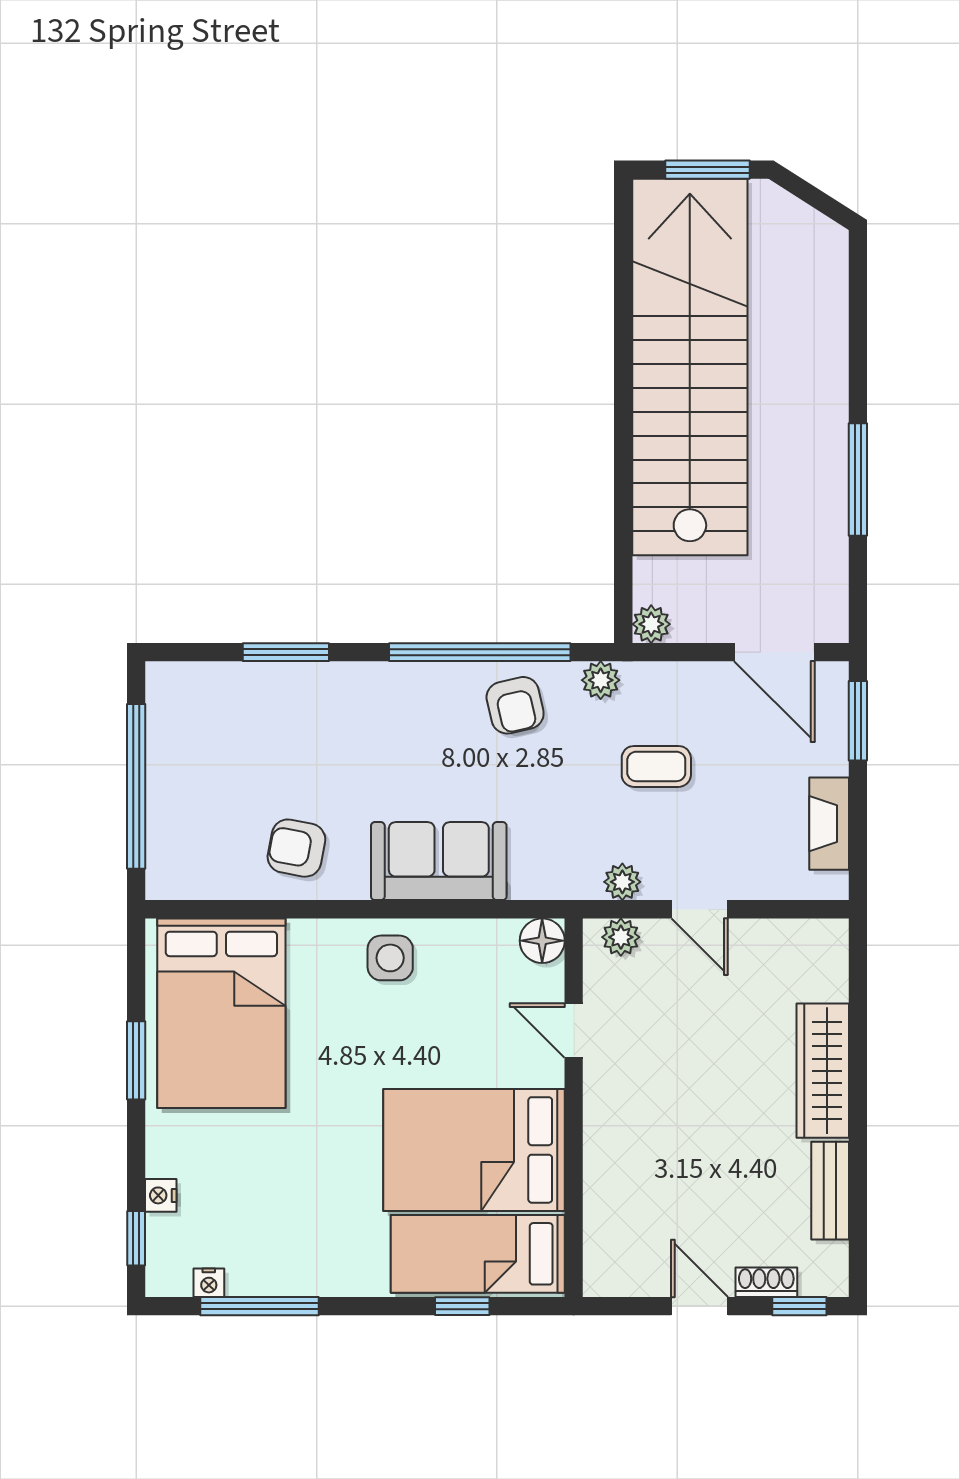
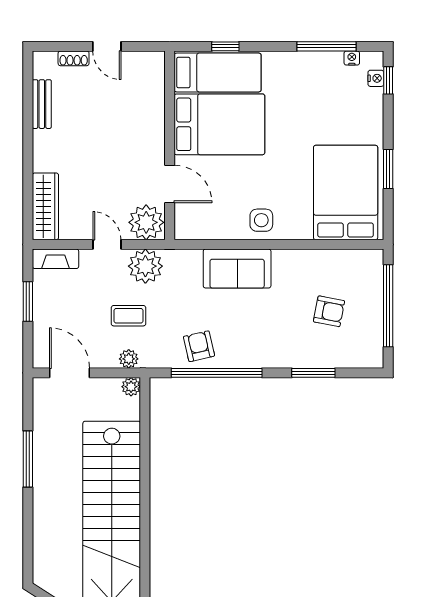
plant: (601, 680) -> (129, 359), moved
window: (858, 721) -> (28, 301), moved
fireplace: (829, 824) -> (56, 259), moved, turned 90
armchair: (296, 848) -> (329, 311), moved
plant: (622, 882) -> (145, 266), width x1.87, depth x1.87
plant: (621, 937) -> (146, 222), width x1.88, depth x1.88
floor lamp: (542, 941) -> (185, 229), removed
door: (574, 1030) -> (170, 184), width x1.38
wardrobe: (823, 1071) -> (45, 206), moved
nightstand: (161, 1195) -> (376, 78), moved
window: (799, 1306) -> (57, 46), removed

